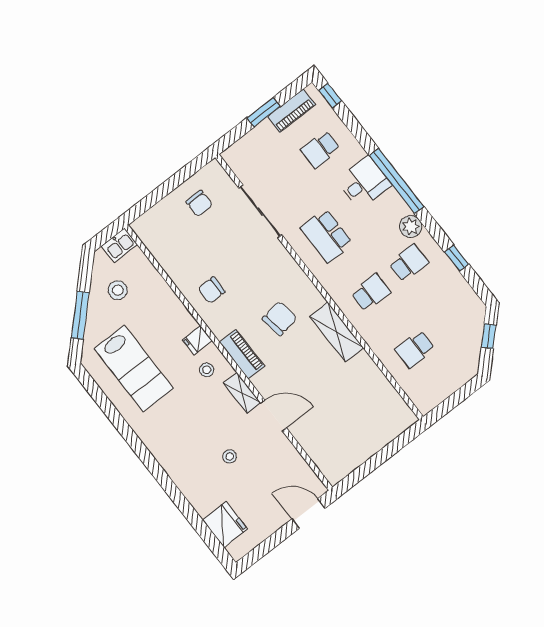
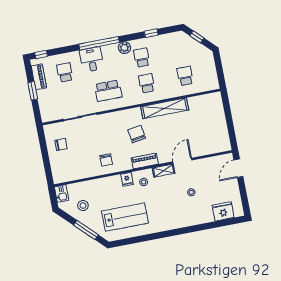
school desk: (320, 149) -> (65, 72), turned 180
shelving: (337, 332) -> (165, 108), width x1.47
school desk: (415, 349) -> (185, 76), turned 180

